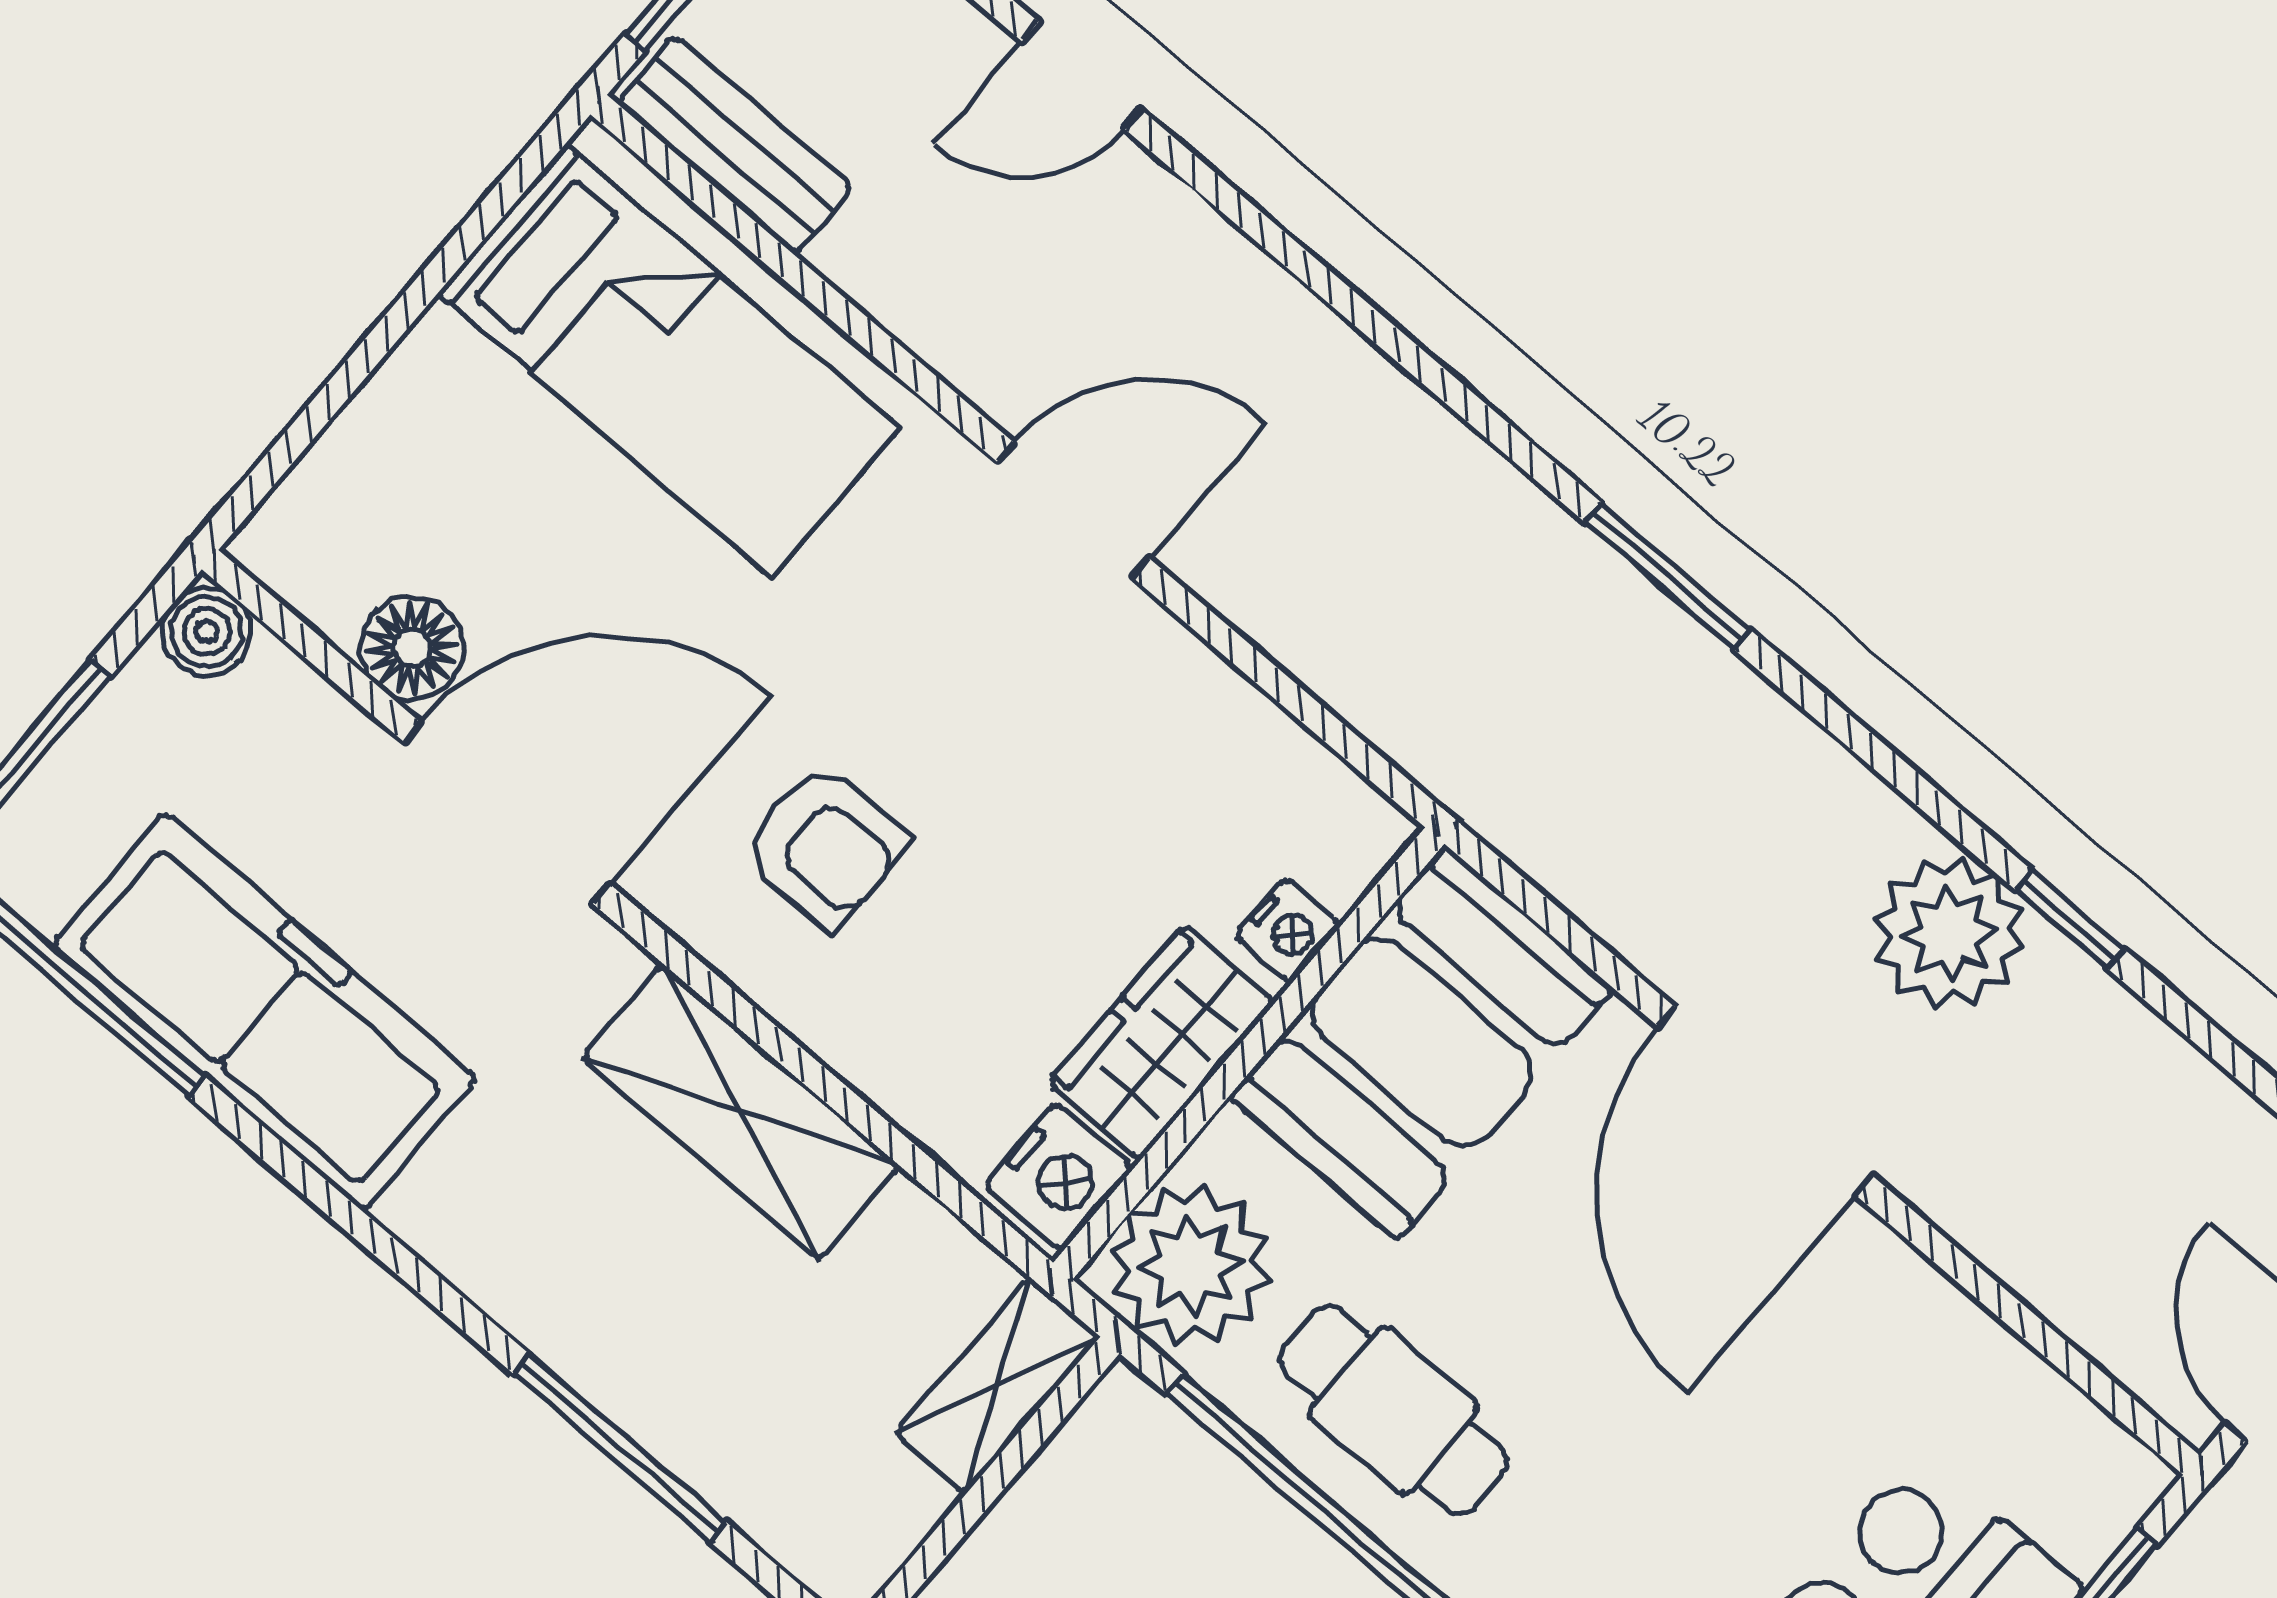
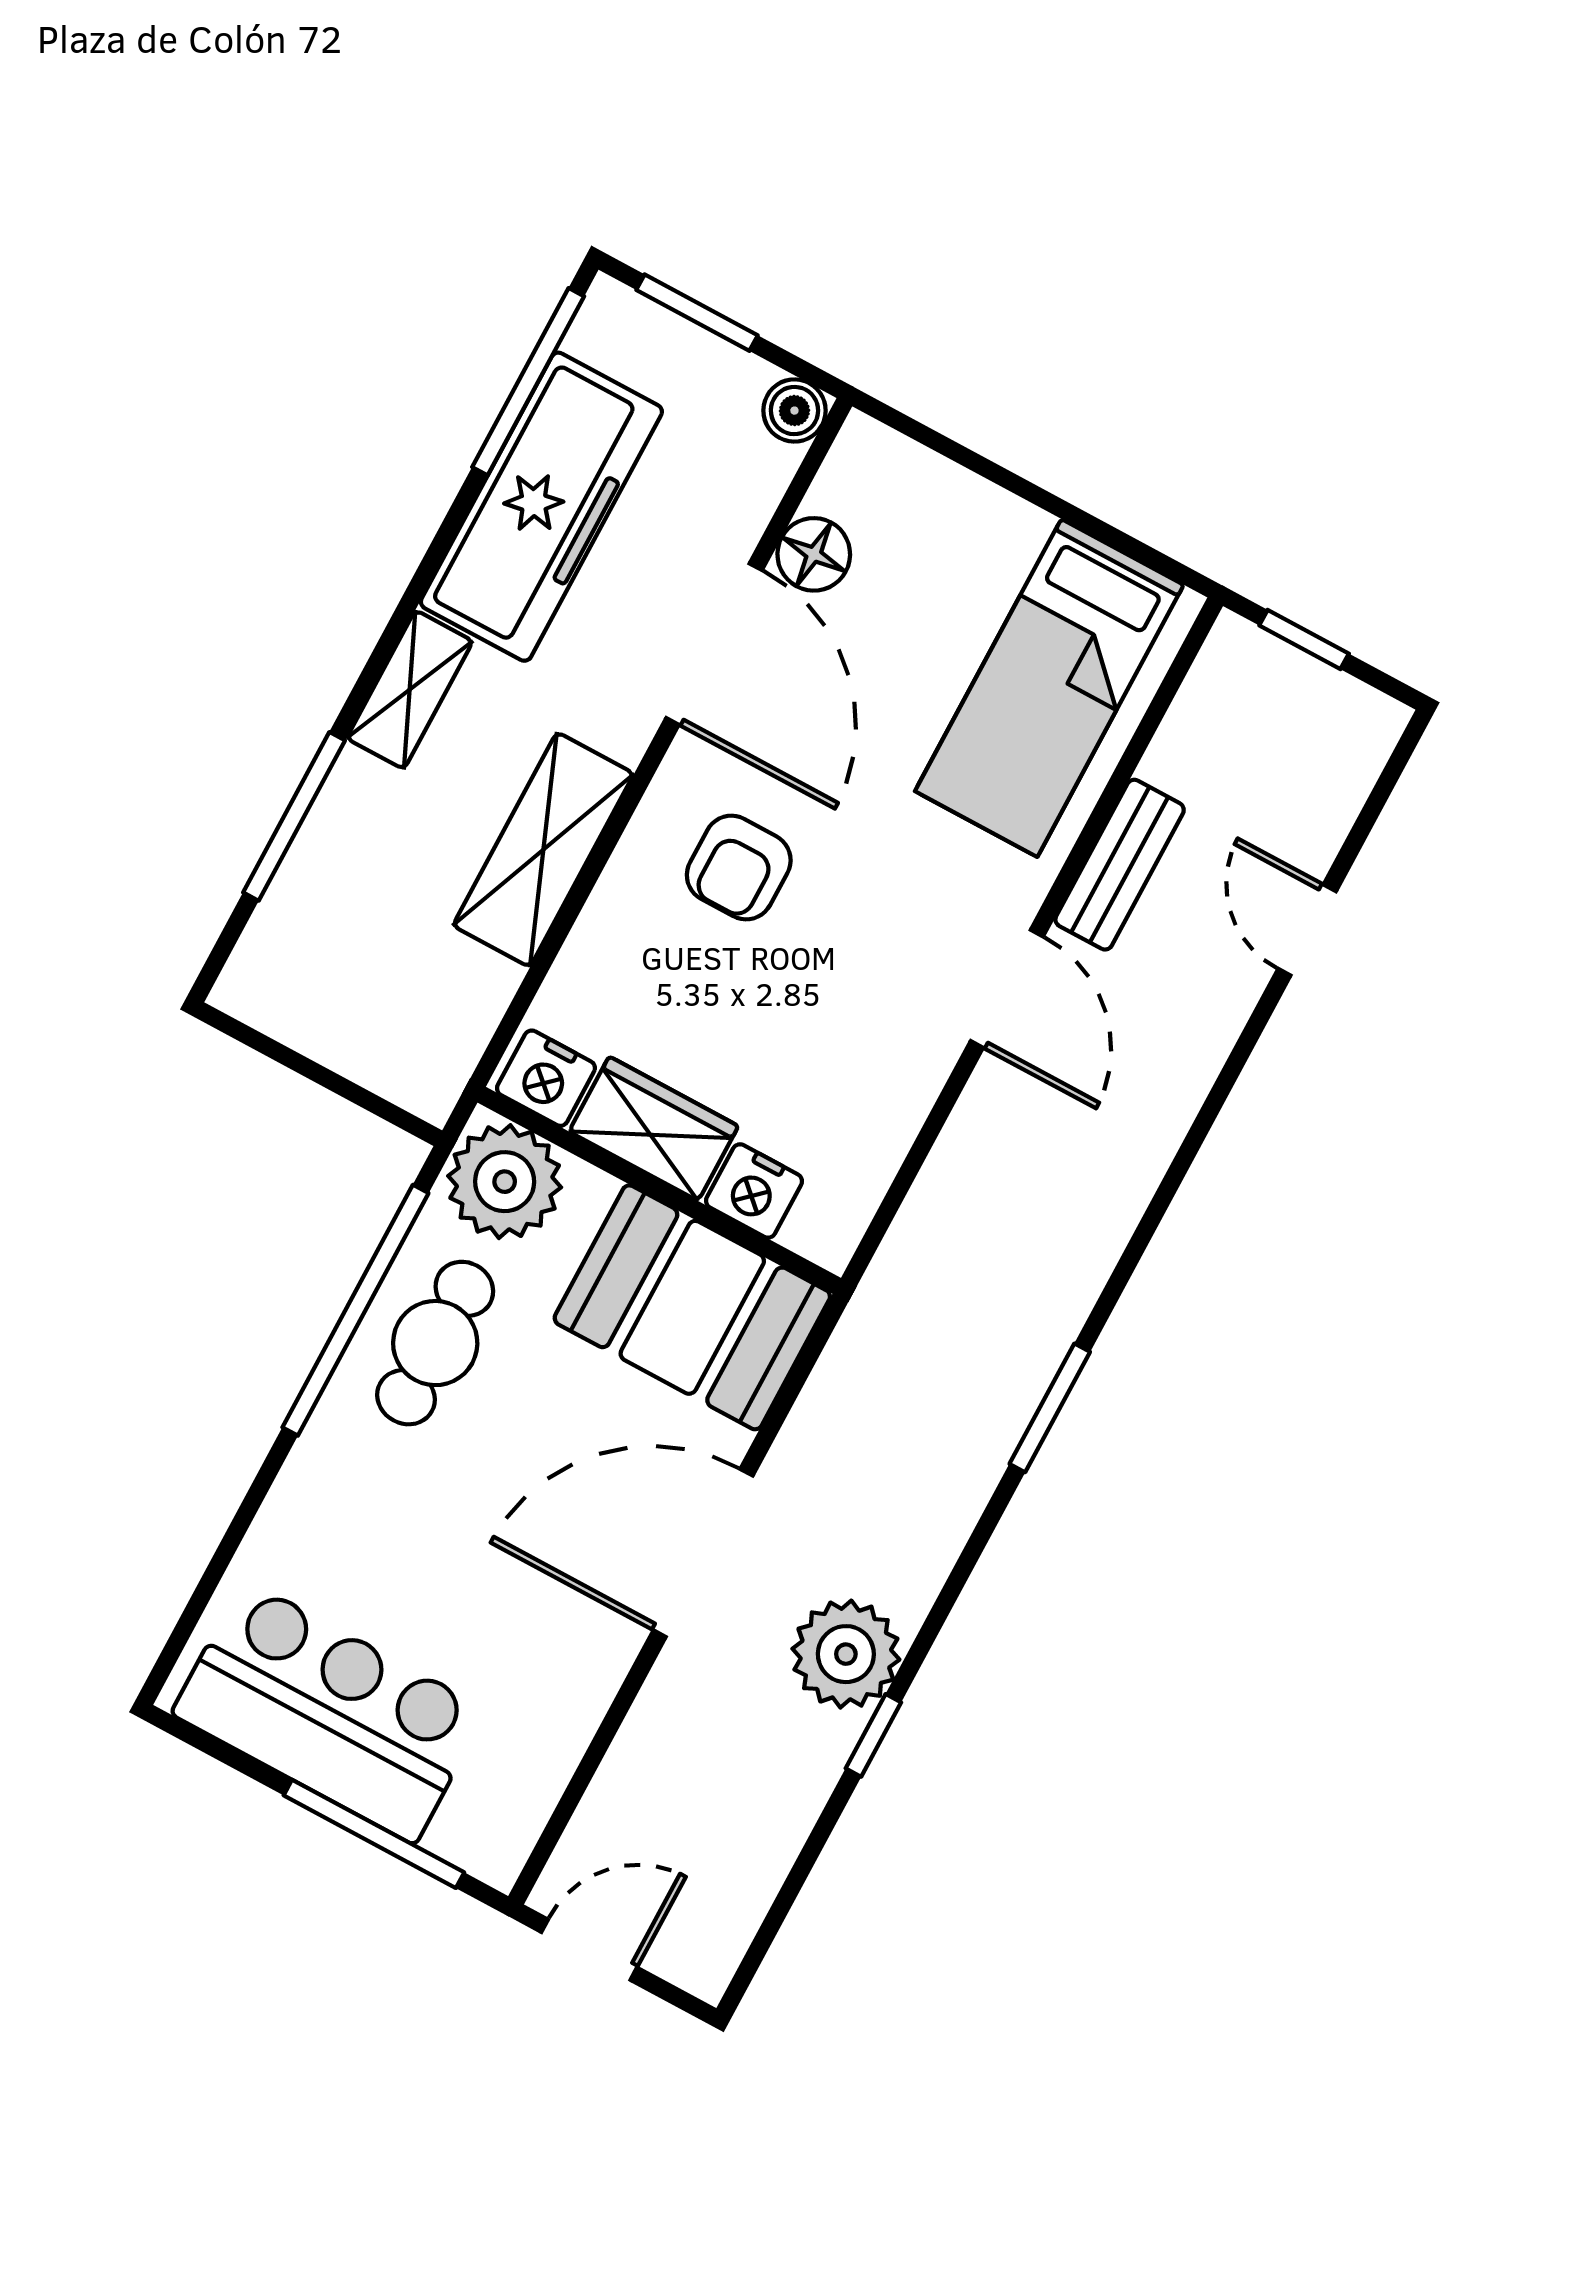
bench: (735, 146) -> (1120, 865), moved
nightstand: (1288, 930) -> (754, 1191), width x1.39, depth x1.35
shelving: (998, 1385) -> (410, 690), moved, turned 90

